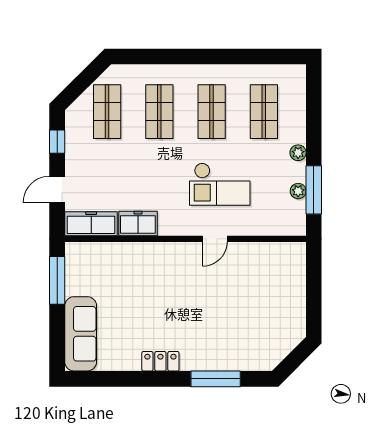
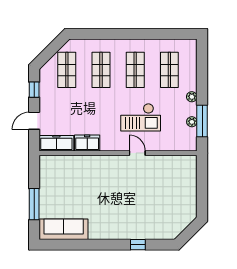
door: (215, 239) -> (137, 153), swing flipped
window: (57, 280) -> (34, 204), moved
sofa: (81, 334) -> (64, 229), moved, turned -90
locker: (160, 361) -> (102, 233), removed
window: (216, 379) -> (138, 245), width x0.46

